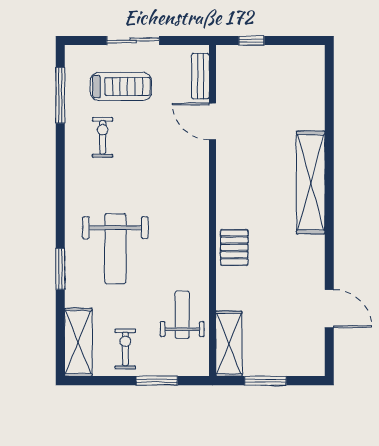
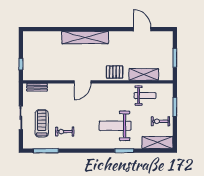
door: (212, 121) -> (82, 82), moved
weight bench: (115, 249) -> (115, 126), turned 180
door: (329, 309) -> (142, 29), hinge flipped
weight bench: (182, 315) -> (145, 96), turned 180
shelving: (229, 344) -> (144, 74), moved

